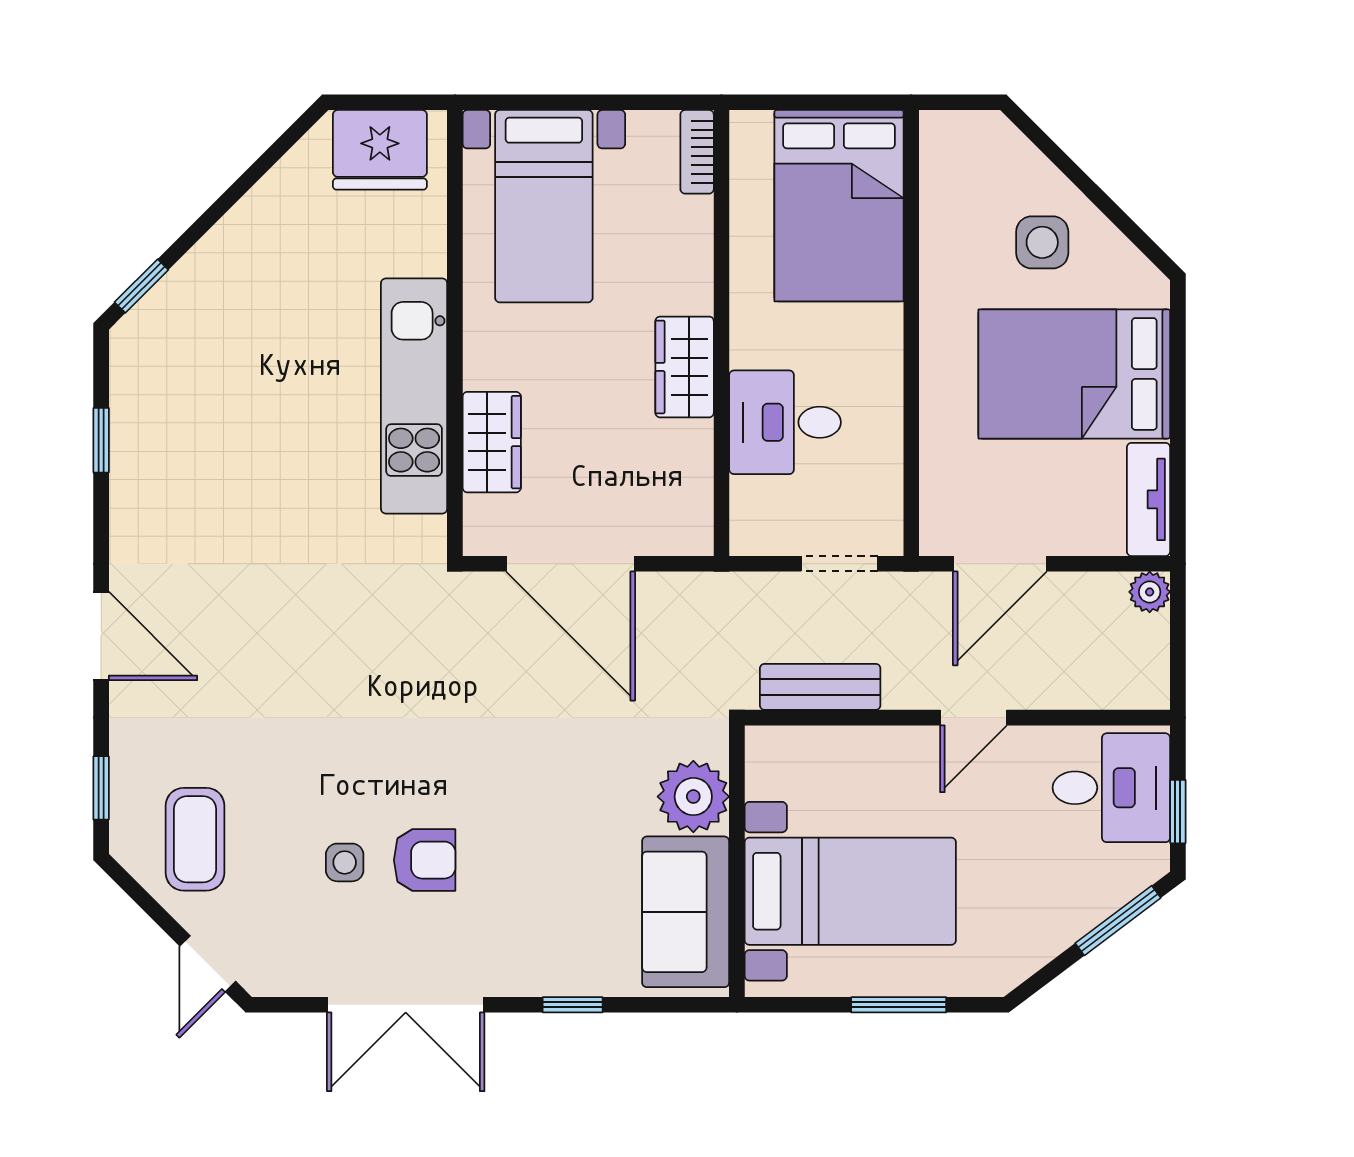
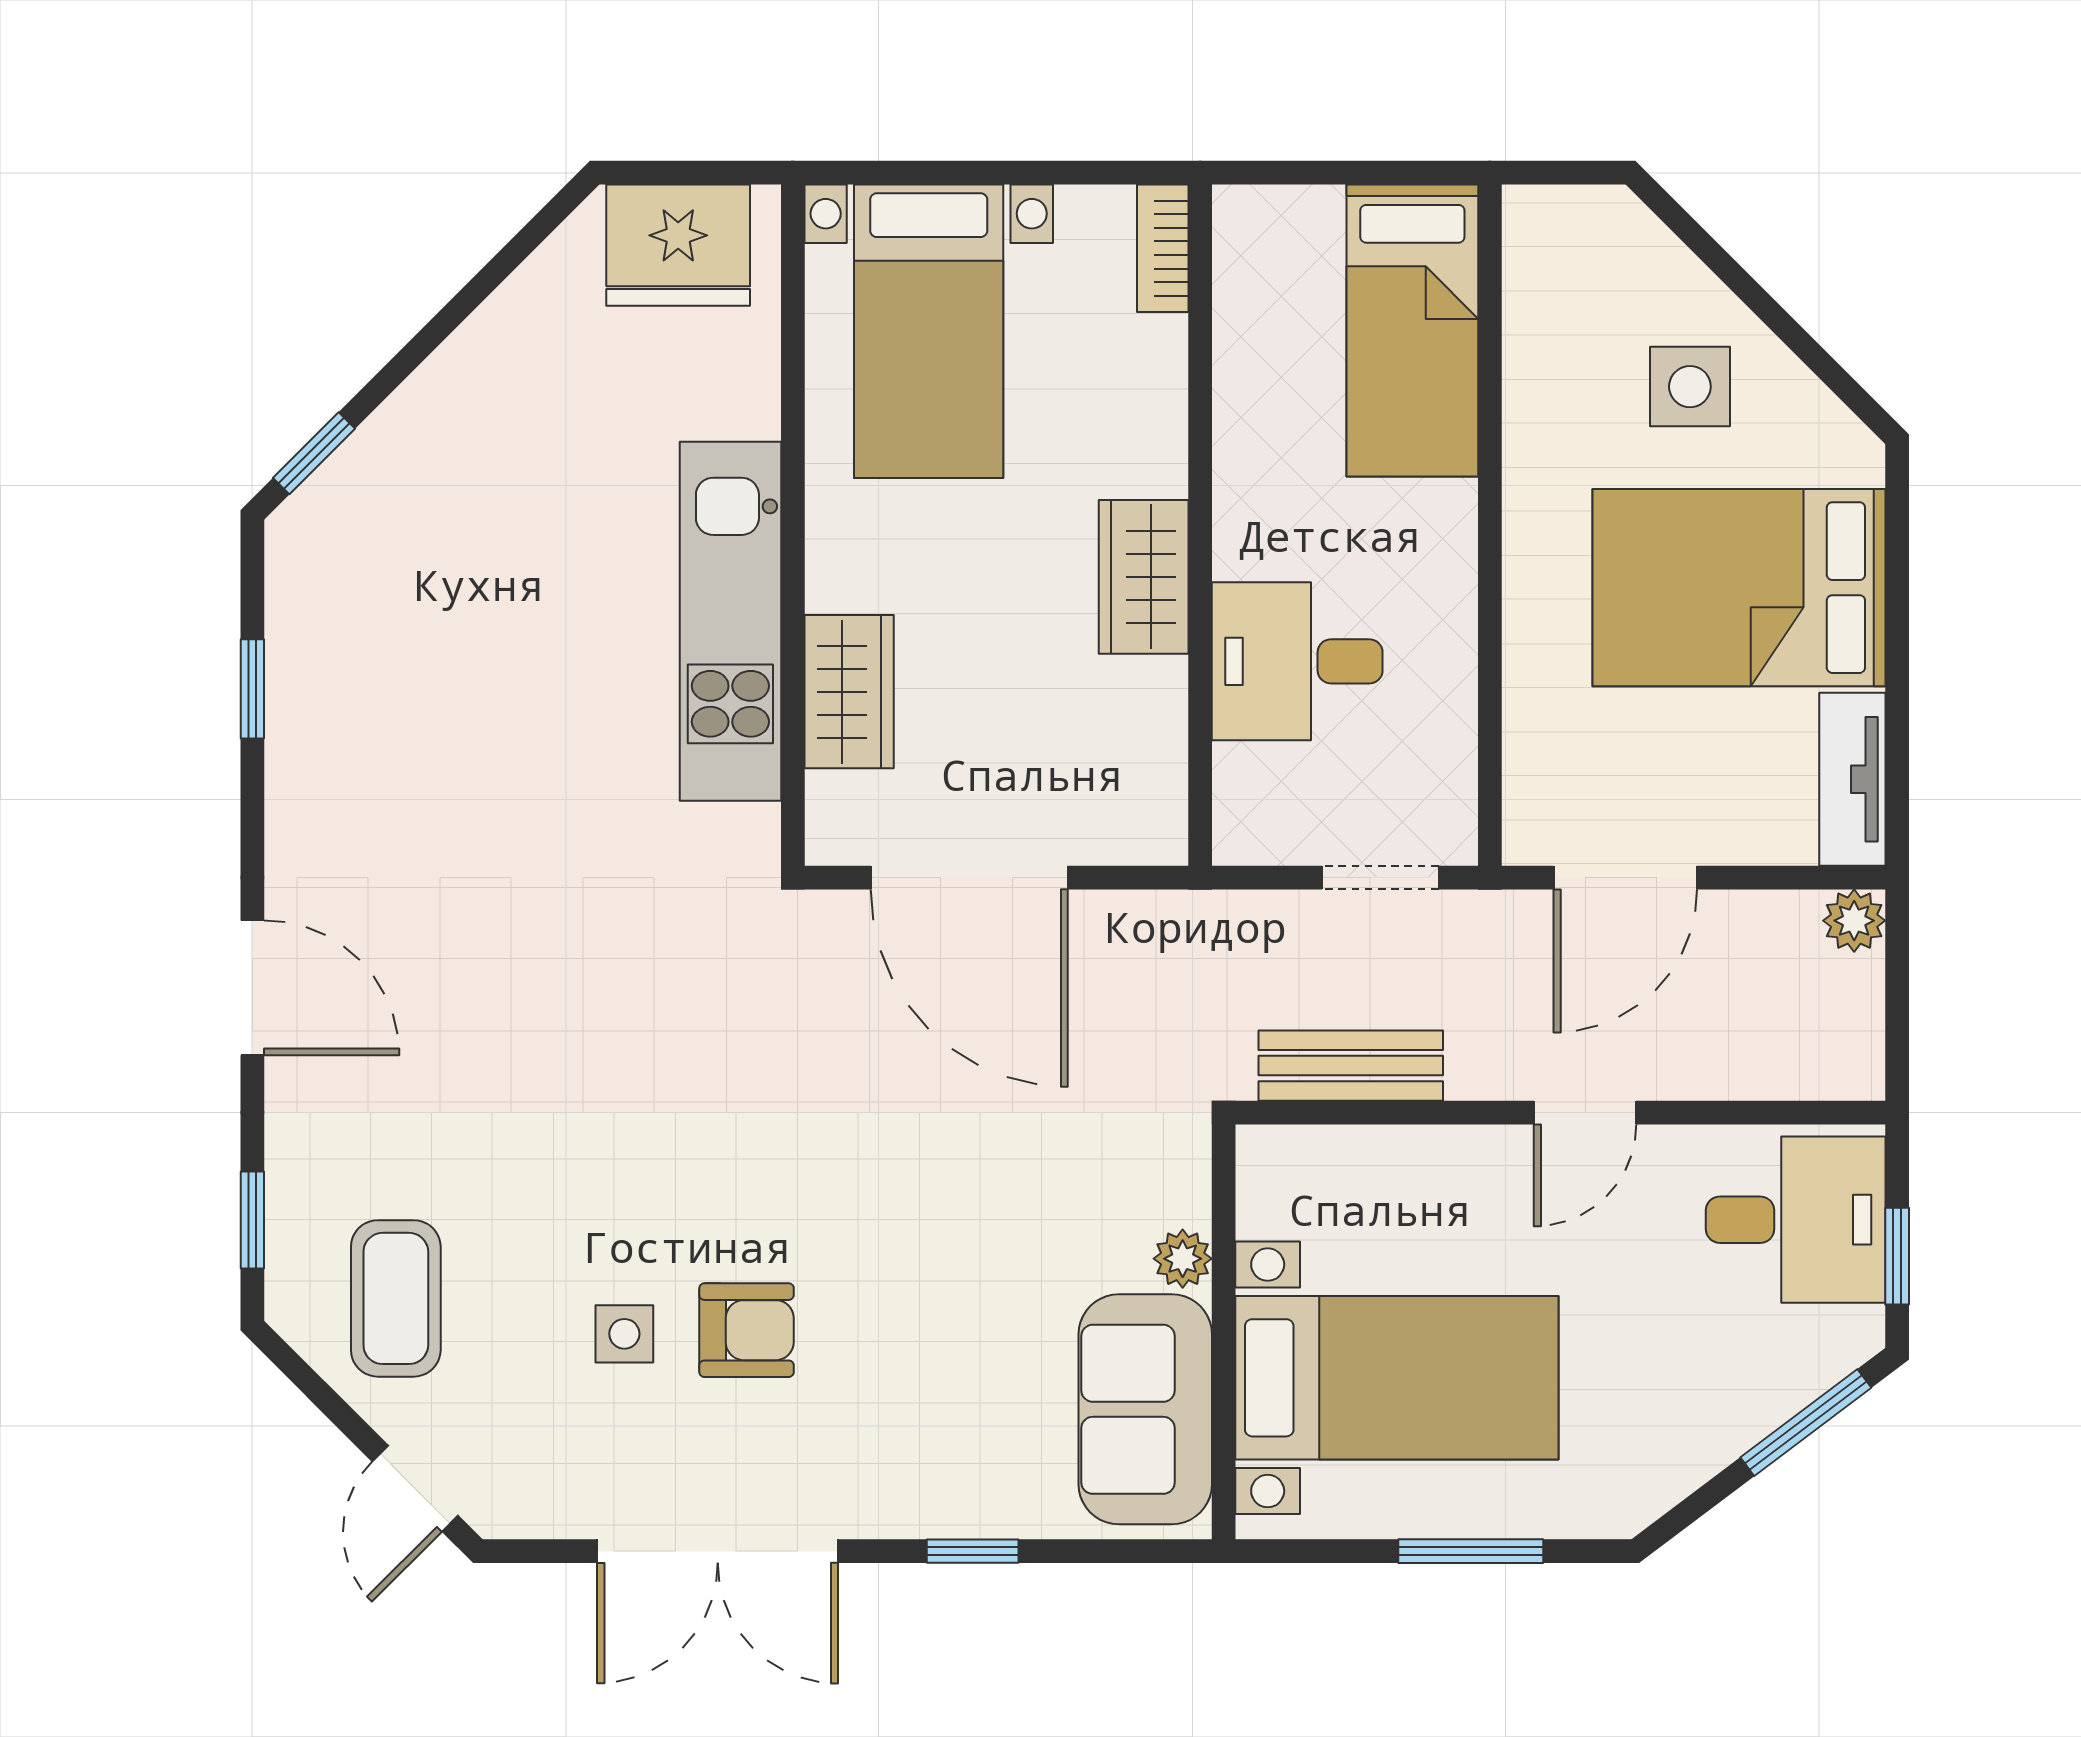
bed: (839, 206) -> (1412, 330), width x0.67
plant: (693, 797) -> (1183, 1259), width x0.53, depth x0.53

